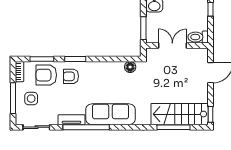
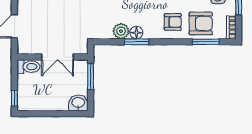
window: (75, 59) -> (137, 42), moved
floor lamp: (130, 67) -> (136, 33), moved
plant: (117, 68) -> (121, 31), added

